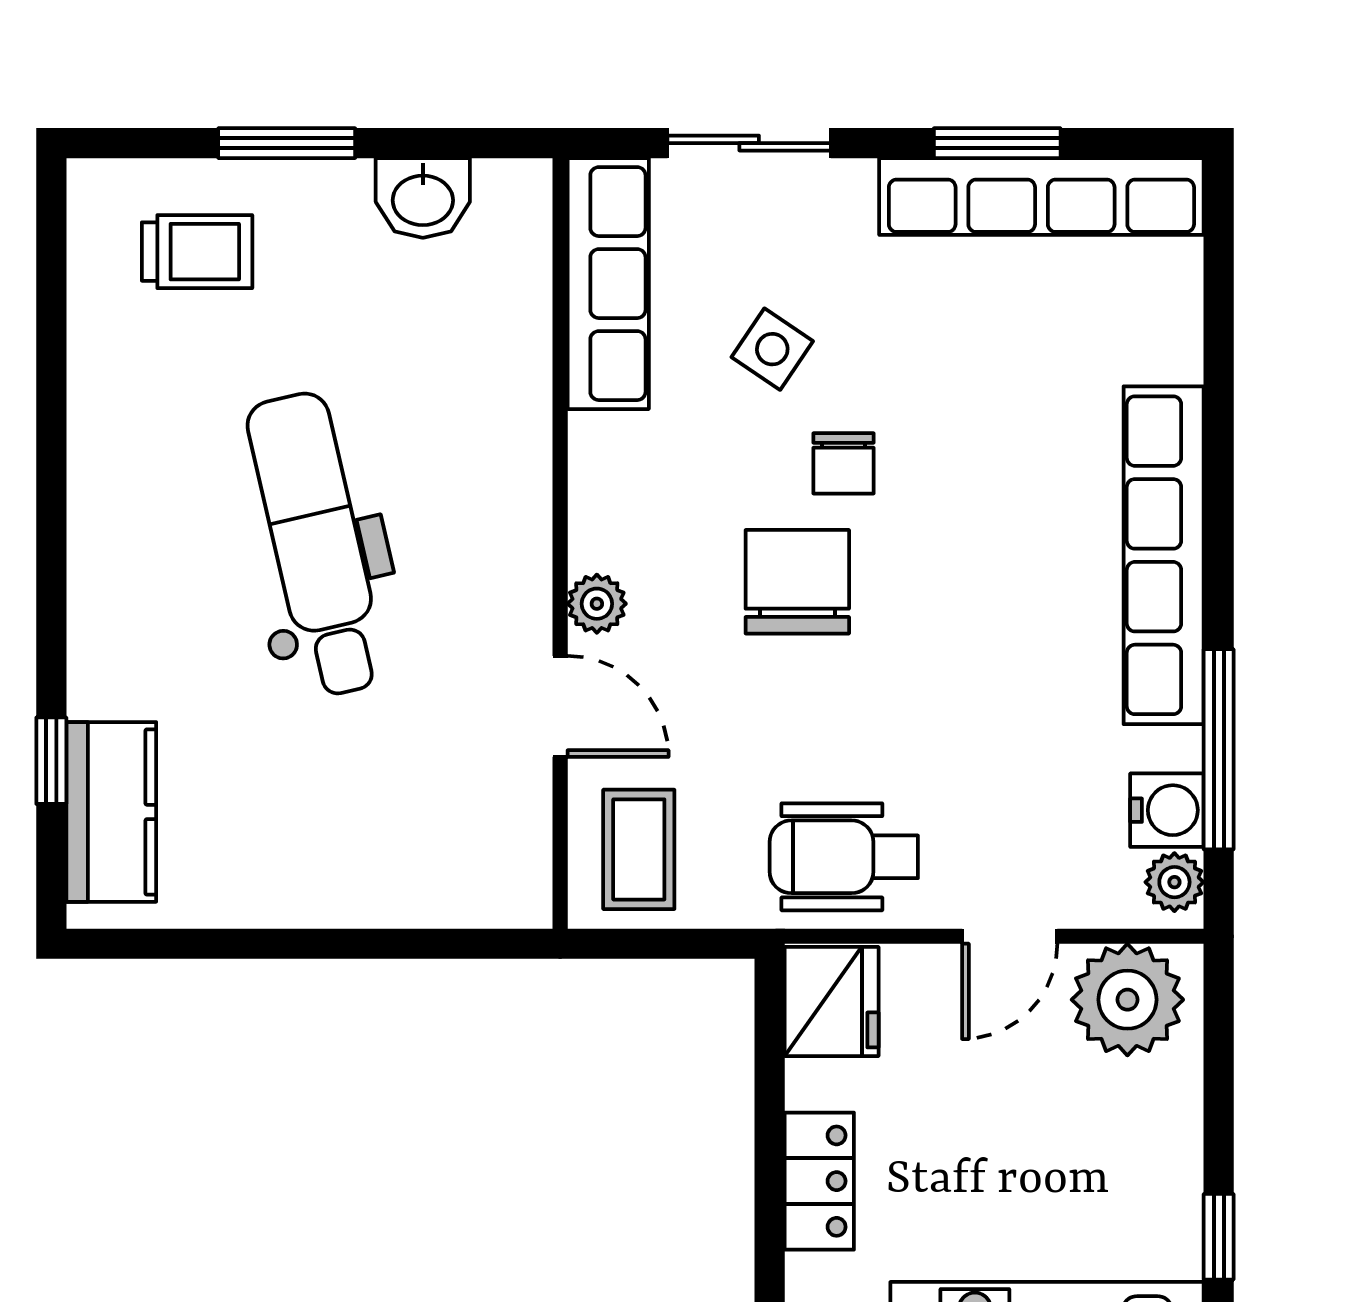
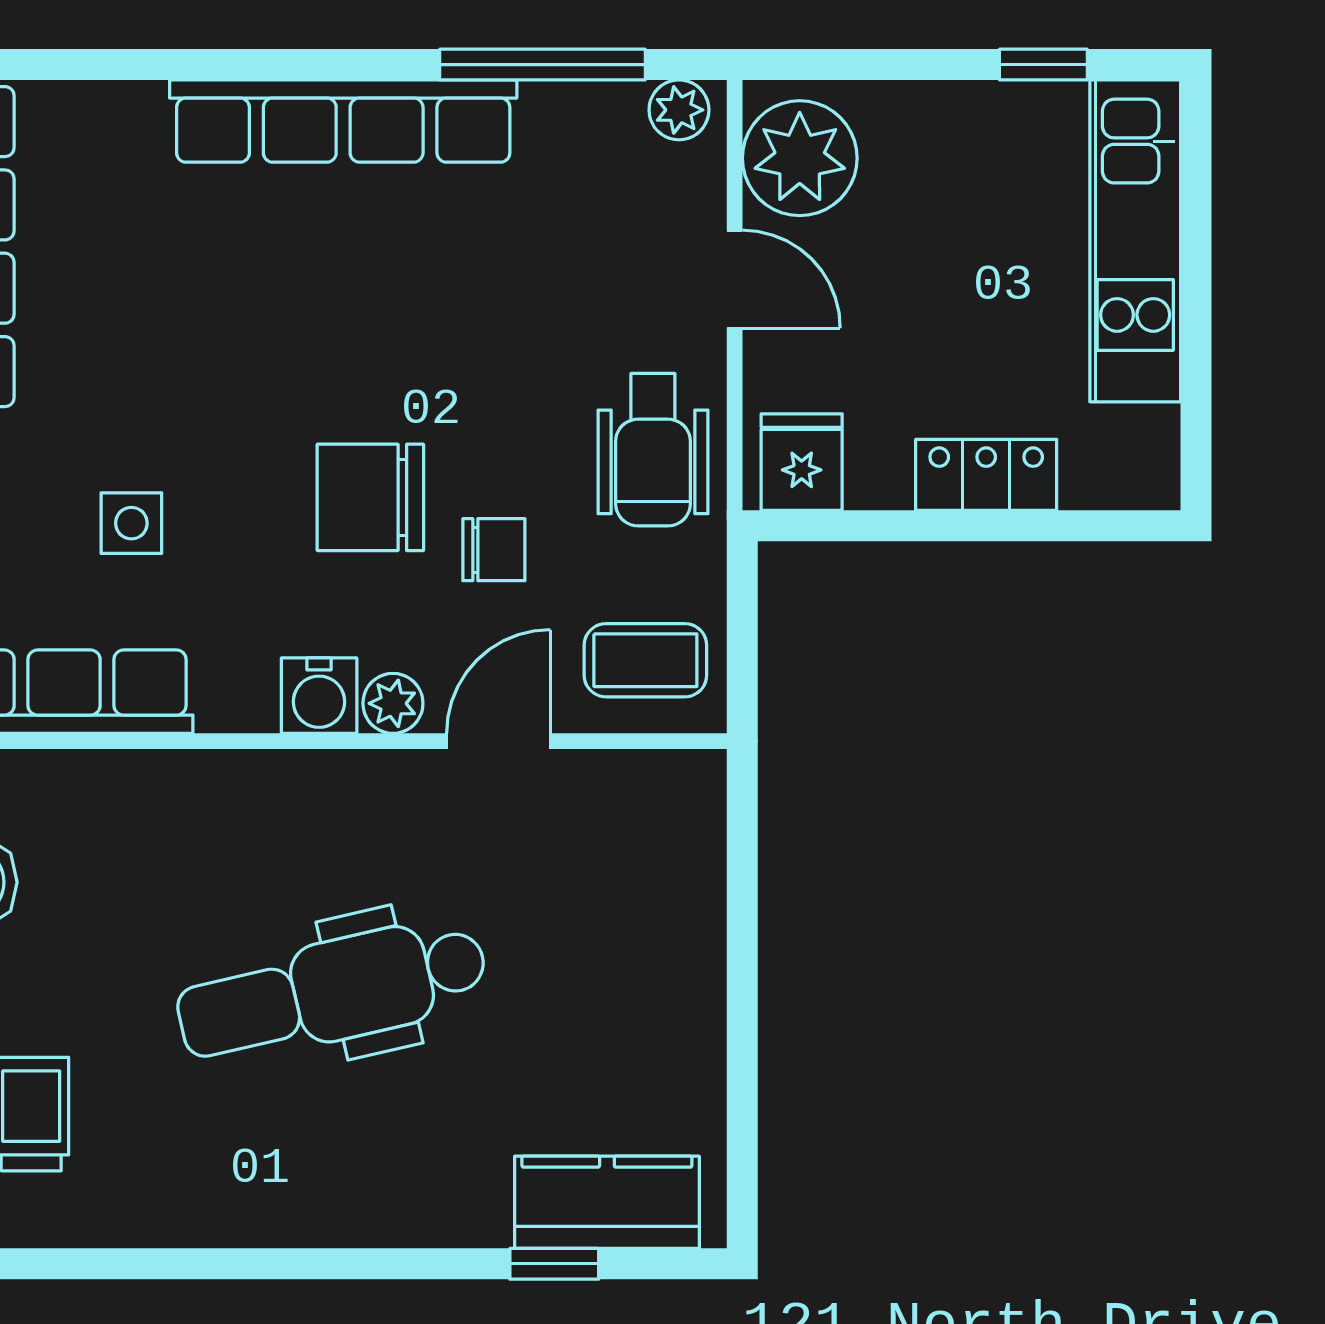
side table: (772, 349) -> (131, 523), turned -34
chair: (844, 463) -> (494, 550), moved
water cooler: (1167, 810) -> (319, 696), moved, turned 180
fridge: (832, 1002) -> (802, 462), width x0.72

